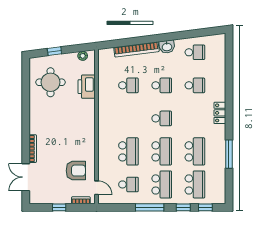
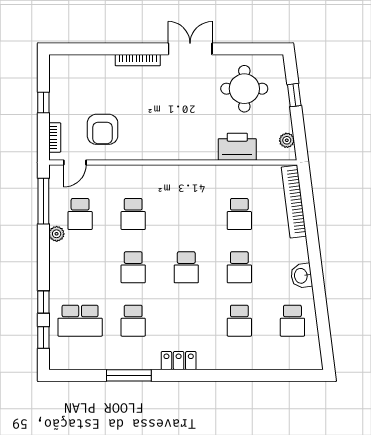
bookcase: (136, 49) -> (294, 202), moved
locker: (220, 113) -> (179, 361), moved
school desk: (128, 151) -> (133, 214), width x0.54
school desk: (162, 151) -> (133, 267), width x0.54
school desk: (195, 151) -> (133, 321), width x0.54
double door: (26, 177) -> (190, 49), moved
school desk: (162, 184) -> (80, 267), removed
plant: (141, 199) -> (57, 234), added
window: (150, 207) -> (43, 201), moved

